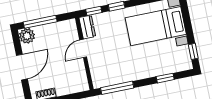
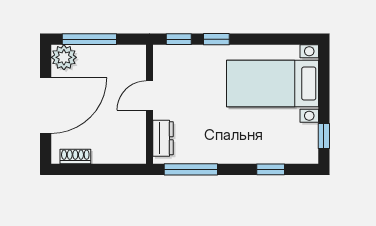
dresser: (87, 27) -> (163, 138), moved
door: (22, 67) -> (46, 105), width x1.36

